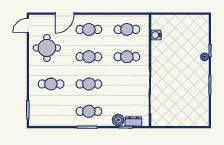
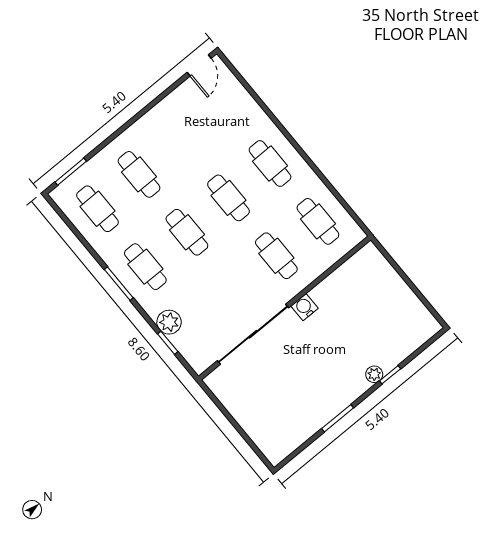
door: (64, 14) -> (263, 106), removed
door: (28, 25) -> (199, 65), swing flipped
water cooler: (156, 35) -> (305, 307), moved
round table: (47, 48) -> (189, 123), removed
cafe table: (51, 111) -> (97, 209), added
dresser: (133, 121) -> (186, 347), removed

